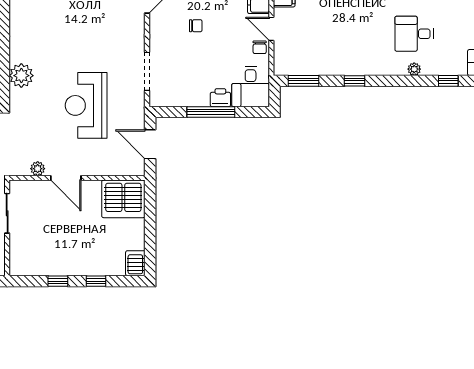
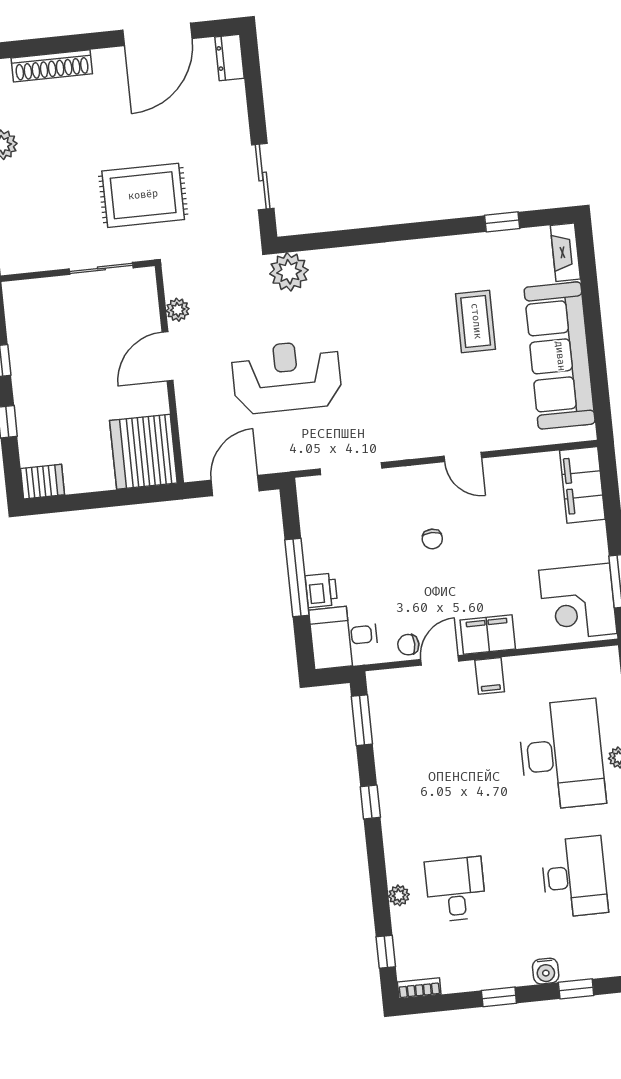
plant: (21, 76) -> (289, 272), moved

